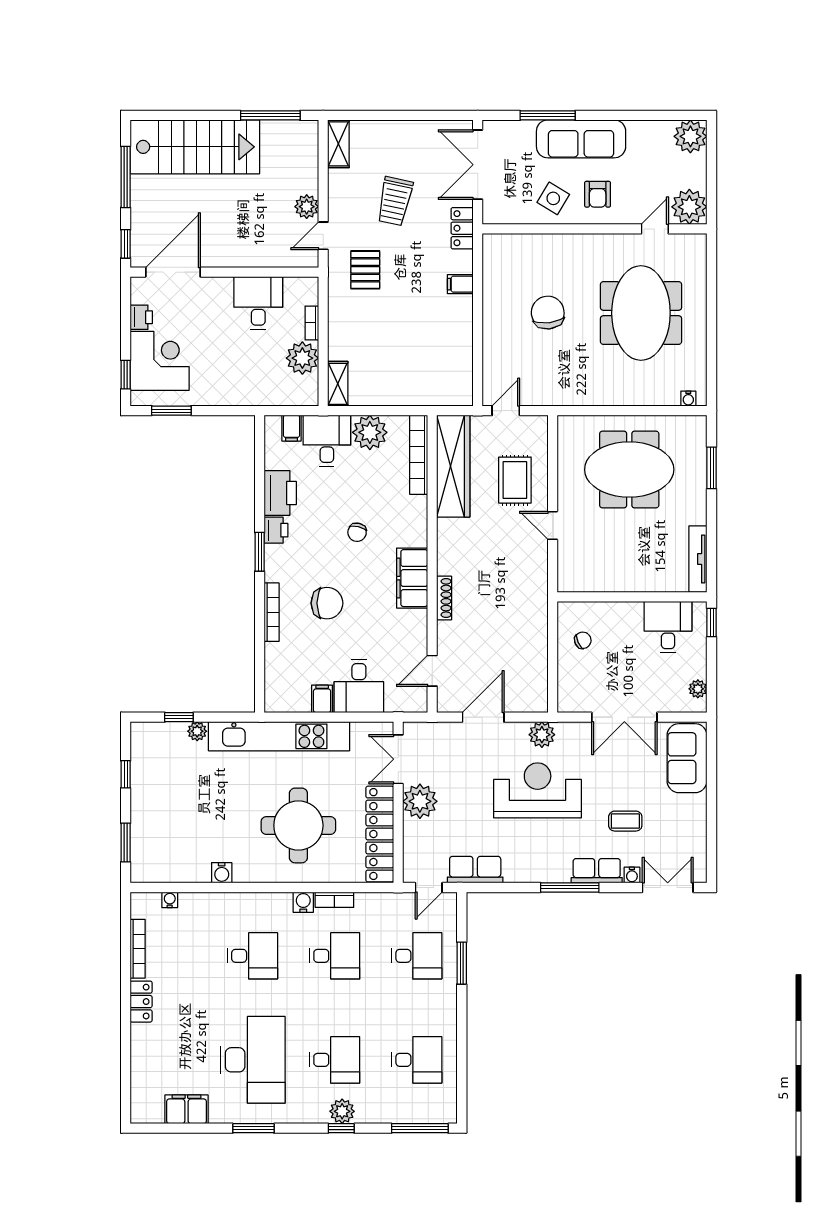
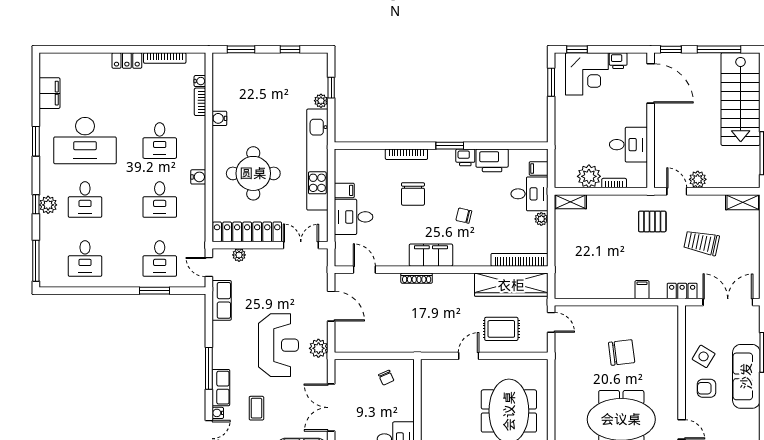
plant: (370, 432) -> (541, 219), width x0.53, depth x0.53
plant: (420, 801) -> (239, 255), moved, width x0.53, depth x0.53
bookcase: (334, 900) -> (200, 102), moved

